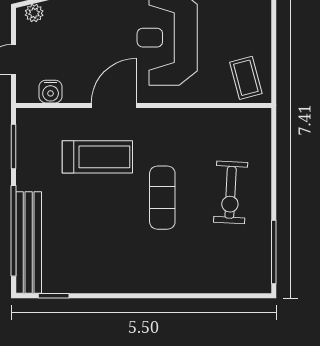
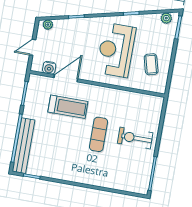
coffee table: (246, 78) -> (151, 64), moved
door: (114, 105) -> (66, 78), moved
exercise bike: (231, 192) -> (135, 138), turned 87

